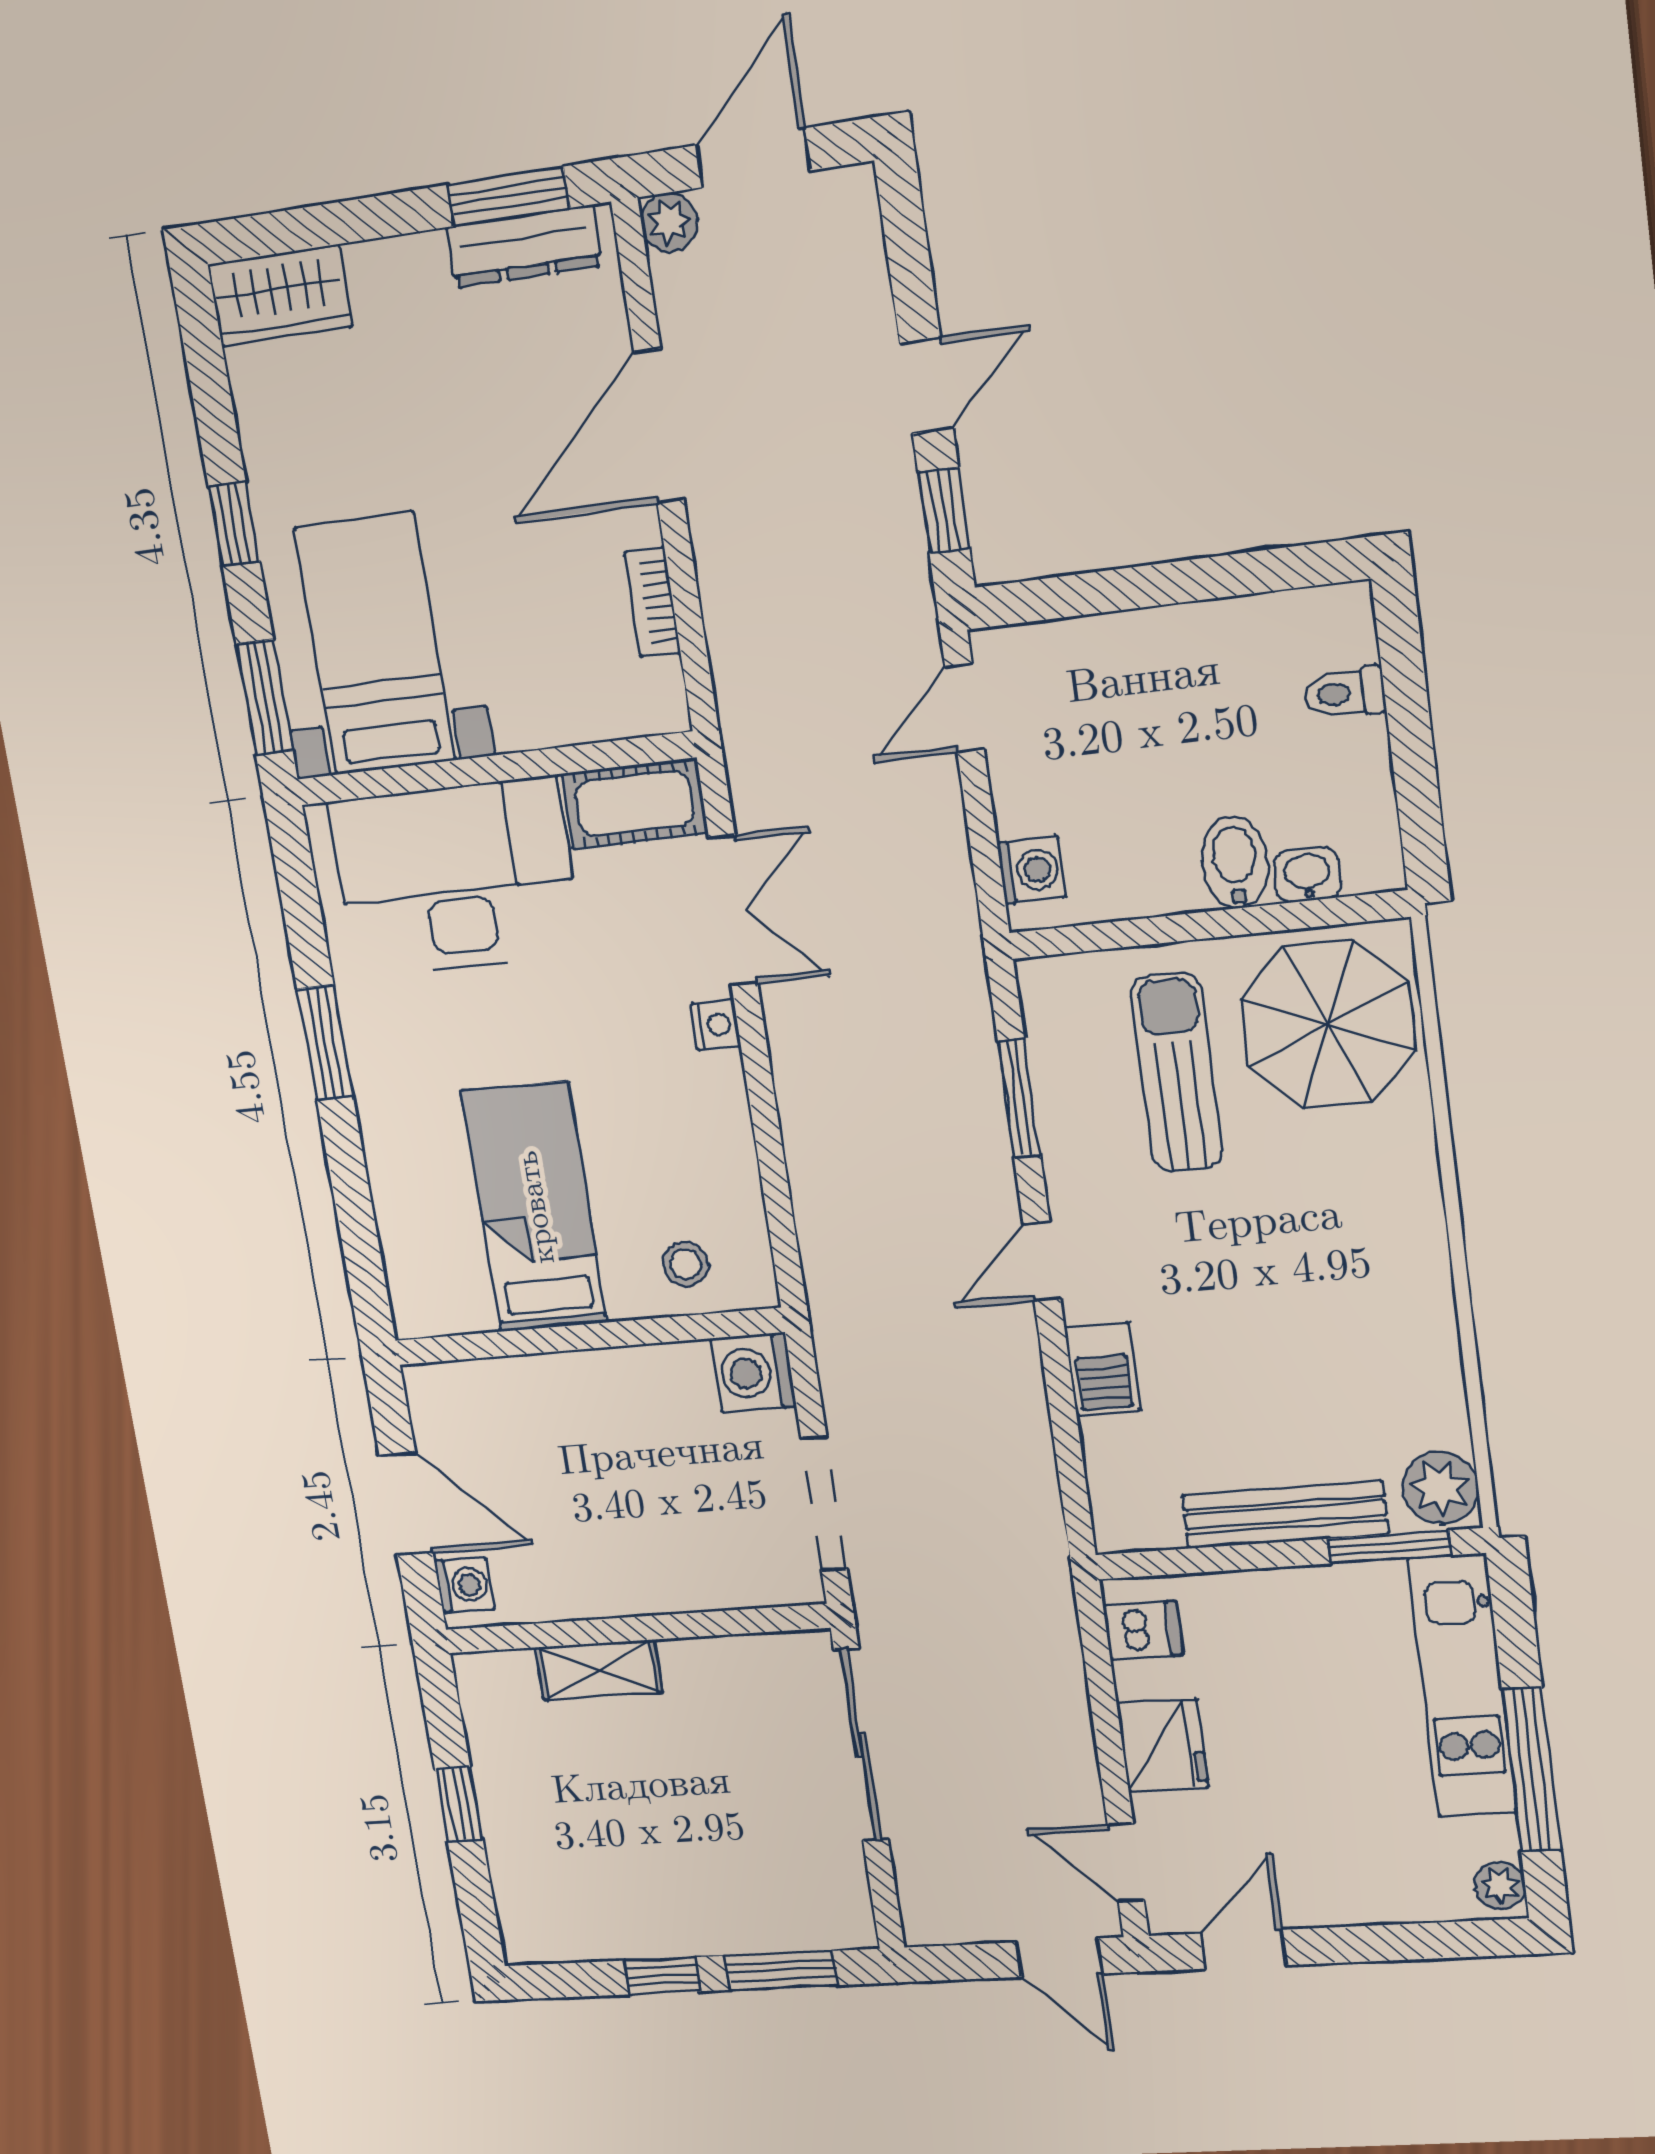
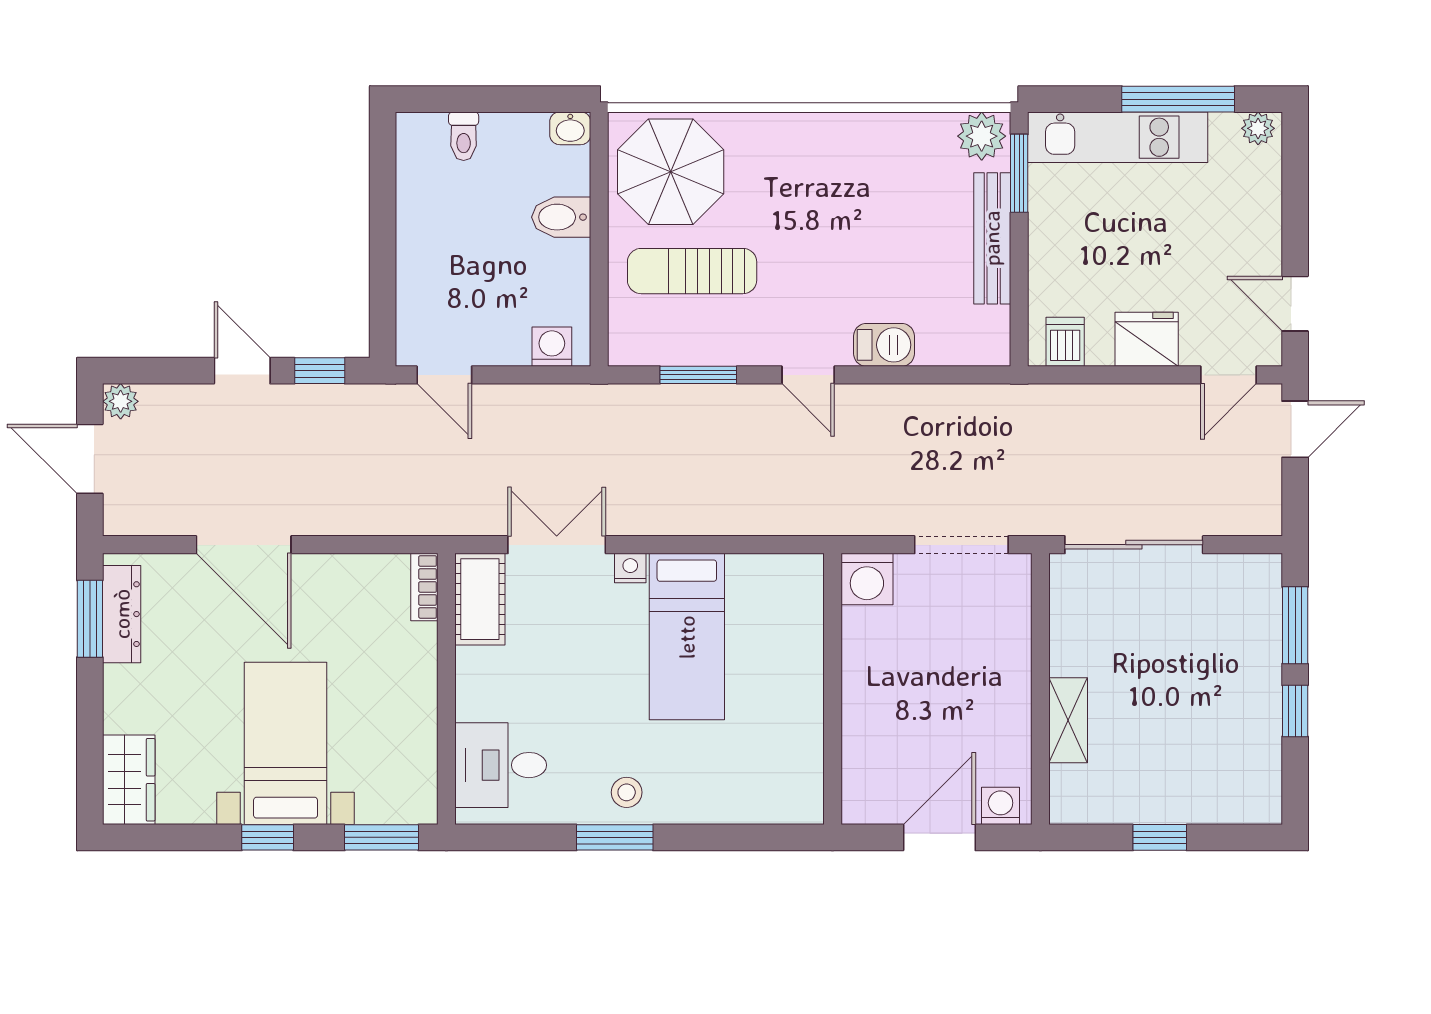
plant: (669, 222) -> (121, 401), moved
bookcase: (652, 602) -> (424, 587), moved, turned 90
bed with nightstands: (375, 644) -> (286, 743), moved, turned 90
washbasin: (1307, 875) -> (570, 128), moved, turned -90
desk: (455, 877) -> (501, 765), width x0.53, depth x0.77
bed: (534, 1207) -> (687, 637), moved, turned -90
stool: (686, 1264) -> (627, 792), moved

